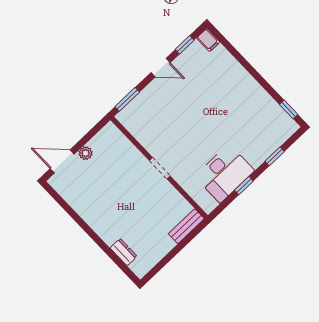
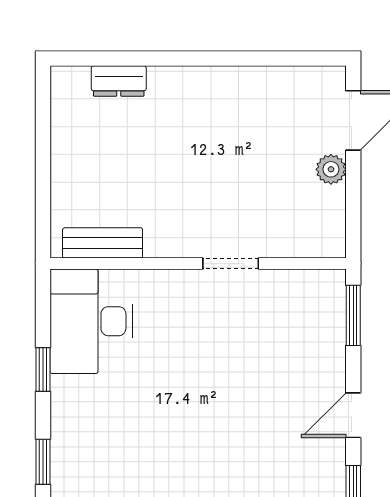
doorway: (160, 168) -> (231, 264), moved
desk: (224, 173) -> (91, 321), moved
bench: (186, 226) -> (103, 243), moved, turned 90

